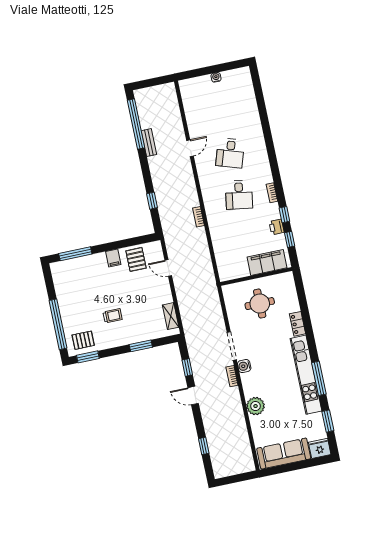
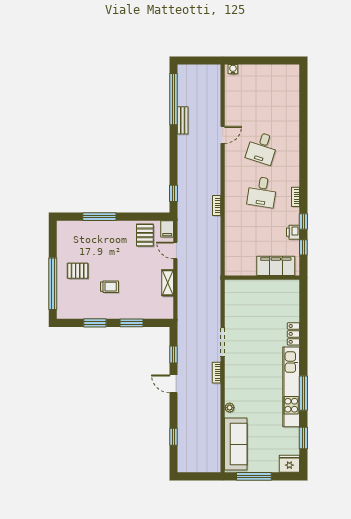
water cooler: (216, 77) -> (233, 69), moved
window: (152, 201) -> (173, 193), moved
window: (75, 254) -> (99, 217), moved
filing cabinet: (113, 258) -> (167, 229), moved
round table: (260, 304) -> (260, 306), removed
shelving: (171, 316) -> (168, 283), moved
pallet: (83, 340) -> (78, 271), moved
window: (88, 357) -> (95, 323), moved
water cooler: (244, 366) -> (231, 365), removed
plant: (256, 406) -> (230, 408), width x0.53, depth x0.53
sofa: (284, 454) -> (236, 444), moved, turned 90
window: (288, 468) -> (254, 476), added

